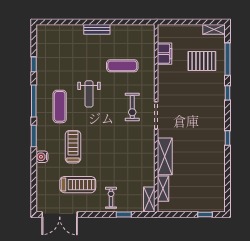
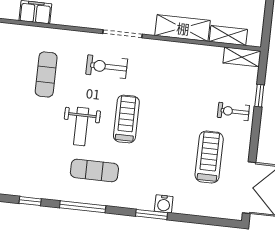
weight bench: (89, 94) -> (81, 127), turned 90
exercise bike: (132, 107) -> (107, 67), turned 180
window: (34, 136) -> (152, 214), moved
treadmill: (73, 147) -> (126, 119), moved, turned 90

